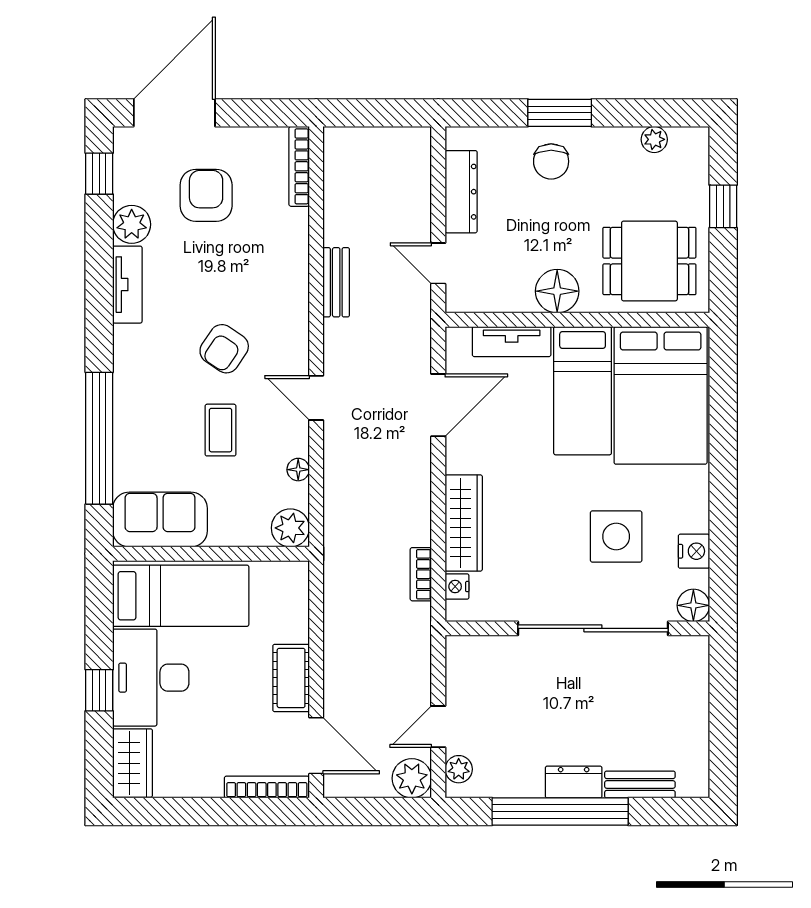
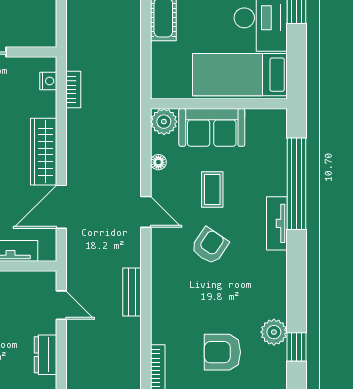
window: (99, 174) -> (296, 347), moved
dresser: (461, 192) -> (45, 355), width x0.70
armchair: (206, 195) -> (222, 352), turned 90
tv unit: (127, 285) -> (277, 223), moved
sofa: (160, 520) -> (212, 127), moved
wardrobe: (464, 523) -> (44, 152), moved

